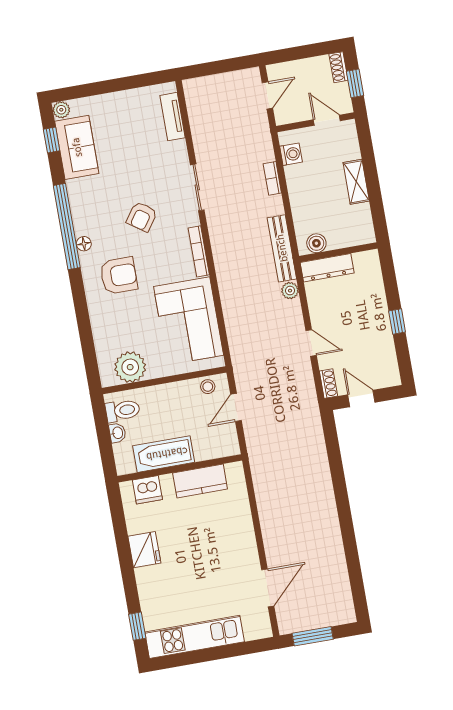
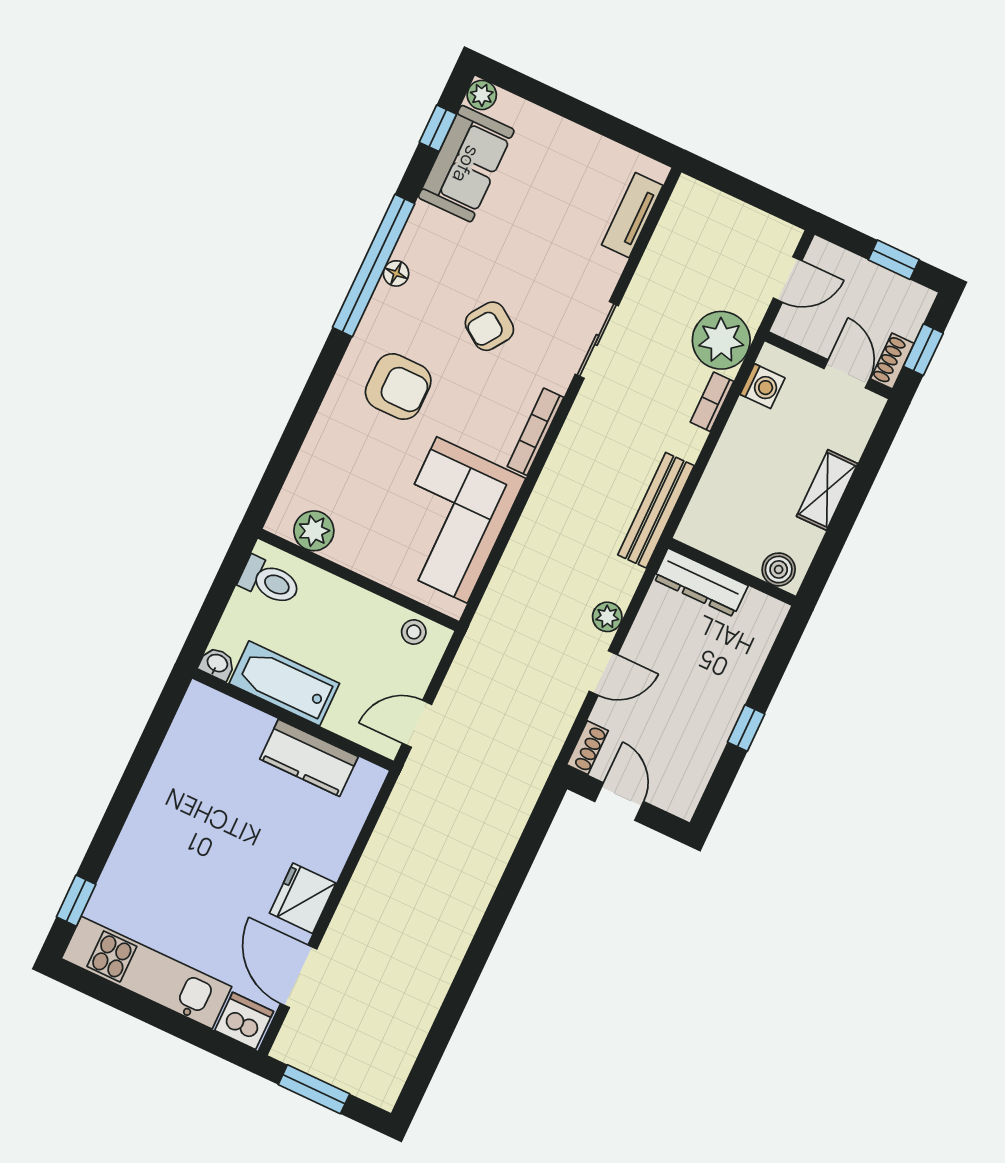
window: (311, 51) -> (894, 260), added
shoe rack: (338, 67) -> (892, 361), moved
plant: (256, 146) -> (721, 340), added
boiler: (316, 243) -> (779, 569), moved
floor lamp: (84, 244) -> (396, 273), moved
plant: (290, 291) -> (607, 617), moved
door: (311, 343) -> (603, 673), hinge flipped
plant: (130, 367) -> (314, 531), width x0.73, depth x0.73
door: (236, 407) -> (417, 724), moved
washbasin: (117, 433) -> (217, 664), moved, turned -90
dishwasher: (147, 490) -> (244, 1021), moved, turned 180
fridge: (144, 550) -> (303, 898), moved, turned 180
door: (268, 588) -> (299, 976), swing flipped

